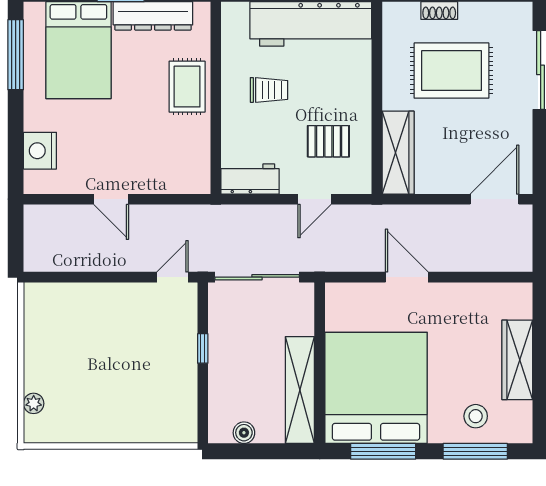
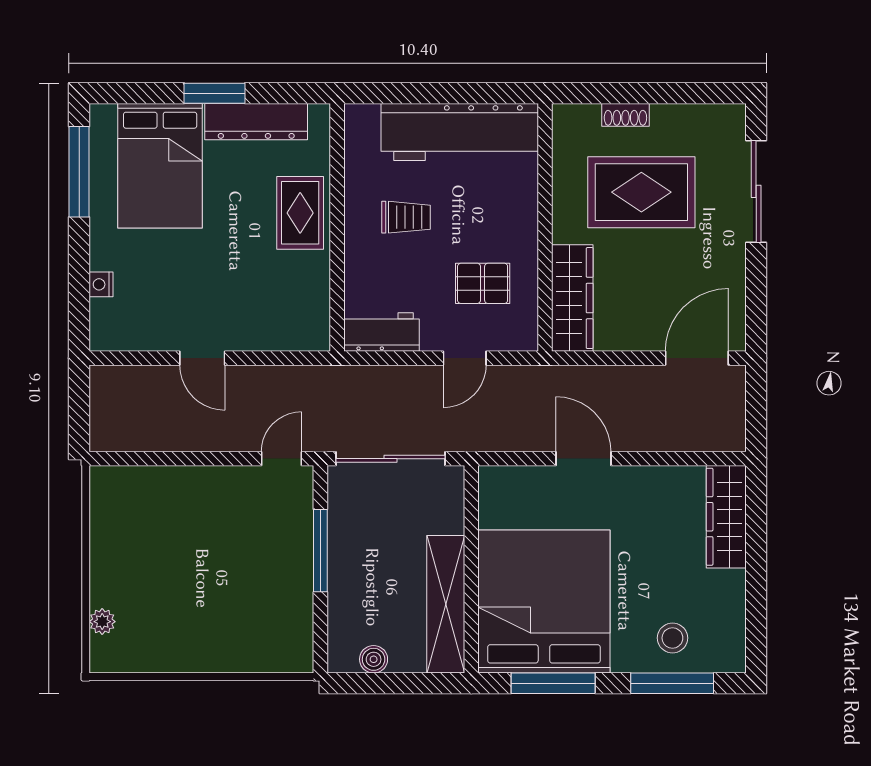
nightstand: (40, 151) -> (101, 284), width x0.53, depth x0.56
window: (203, 348) -> (320, 551), width x2.17
wardrobe: (517, 360) -> (726, 517), moved

